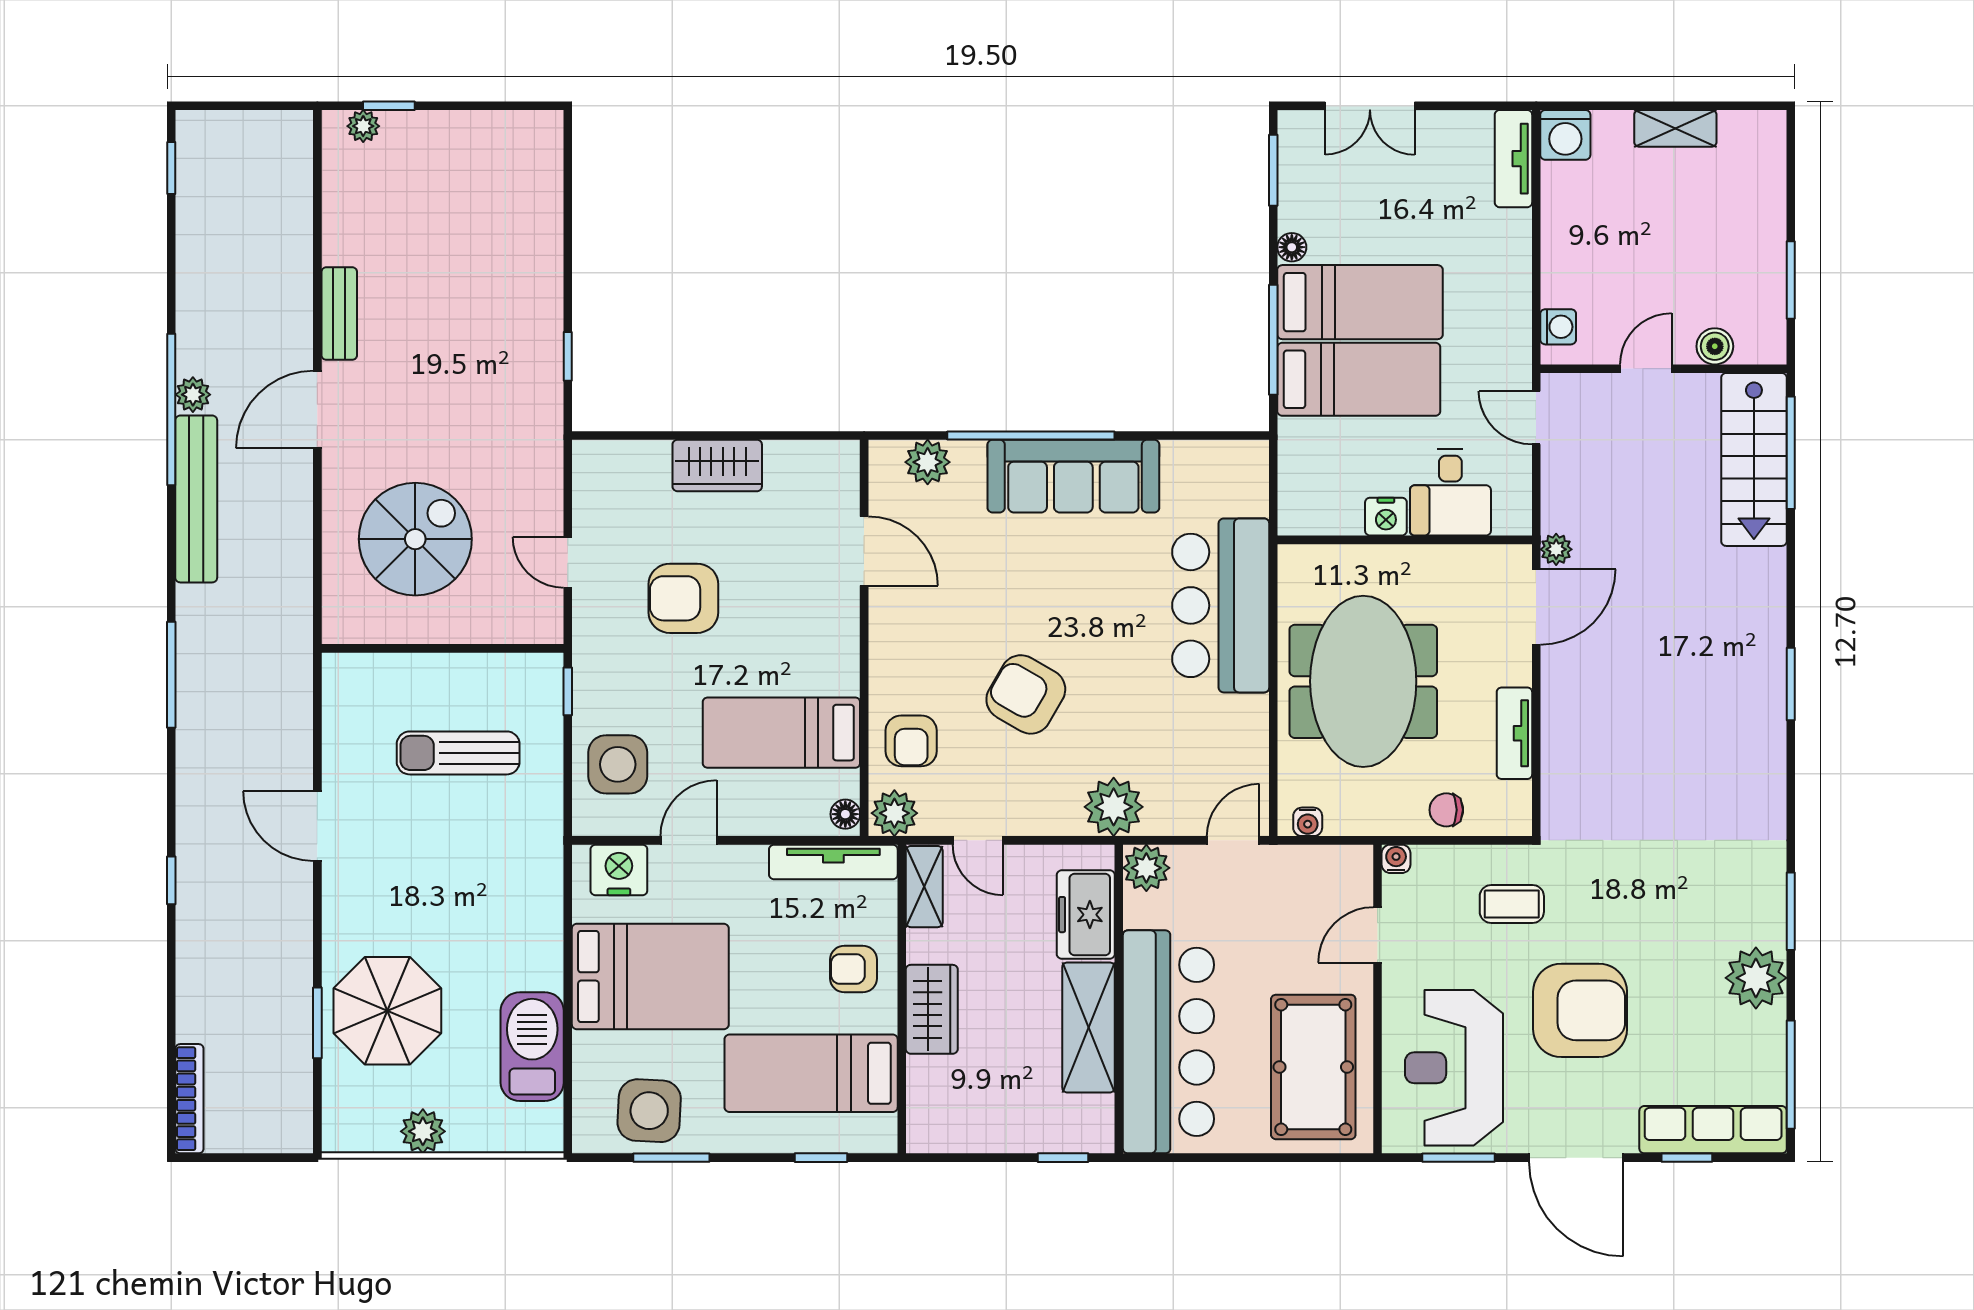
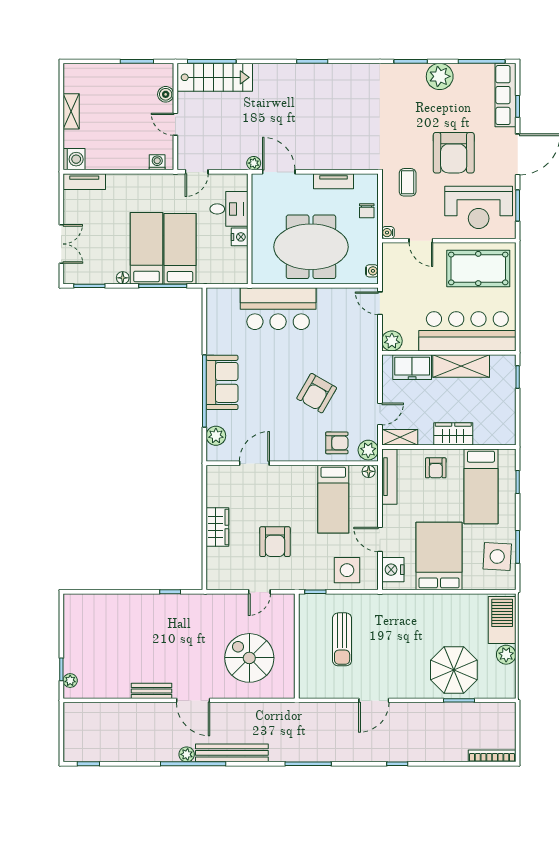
sofa: (1073, 476) -> (222, 382), width x0.73
plant: (1114, 807) -> (365, 355), removed
armchair: (1580, 1010) -> (454, 153), turned 180
barbecue: (532, 1047) -> (502, 620), moved, turned 90

